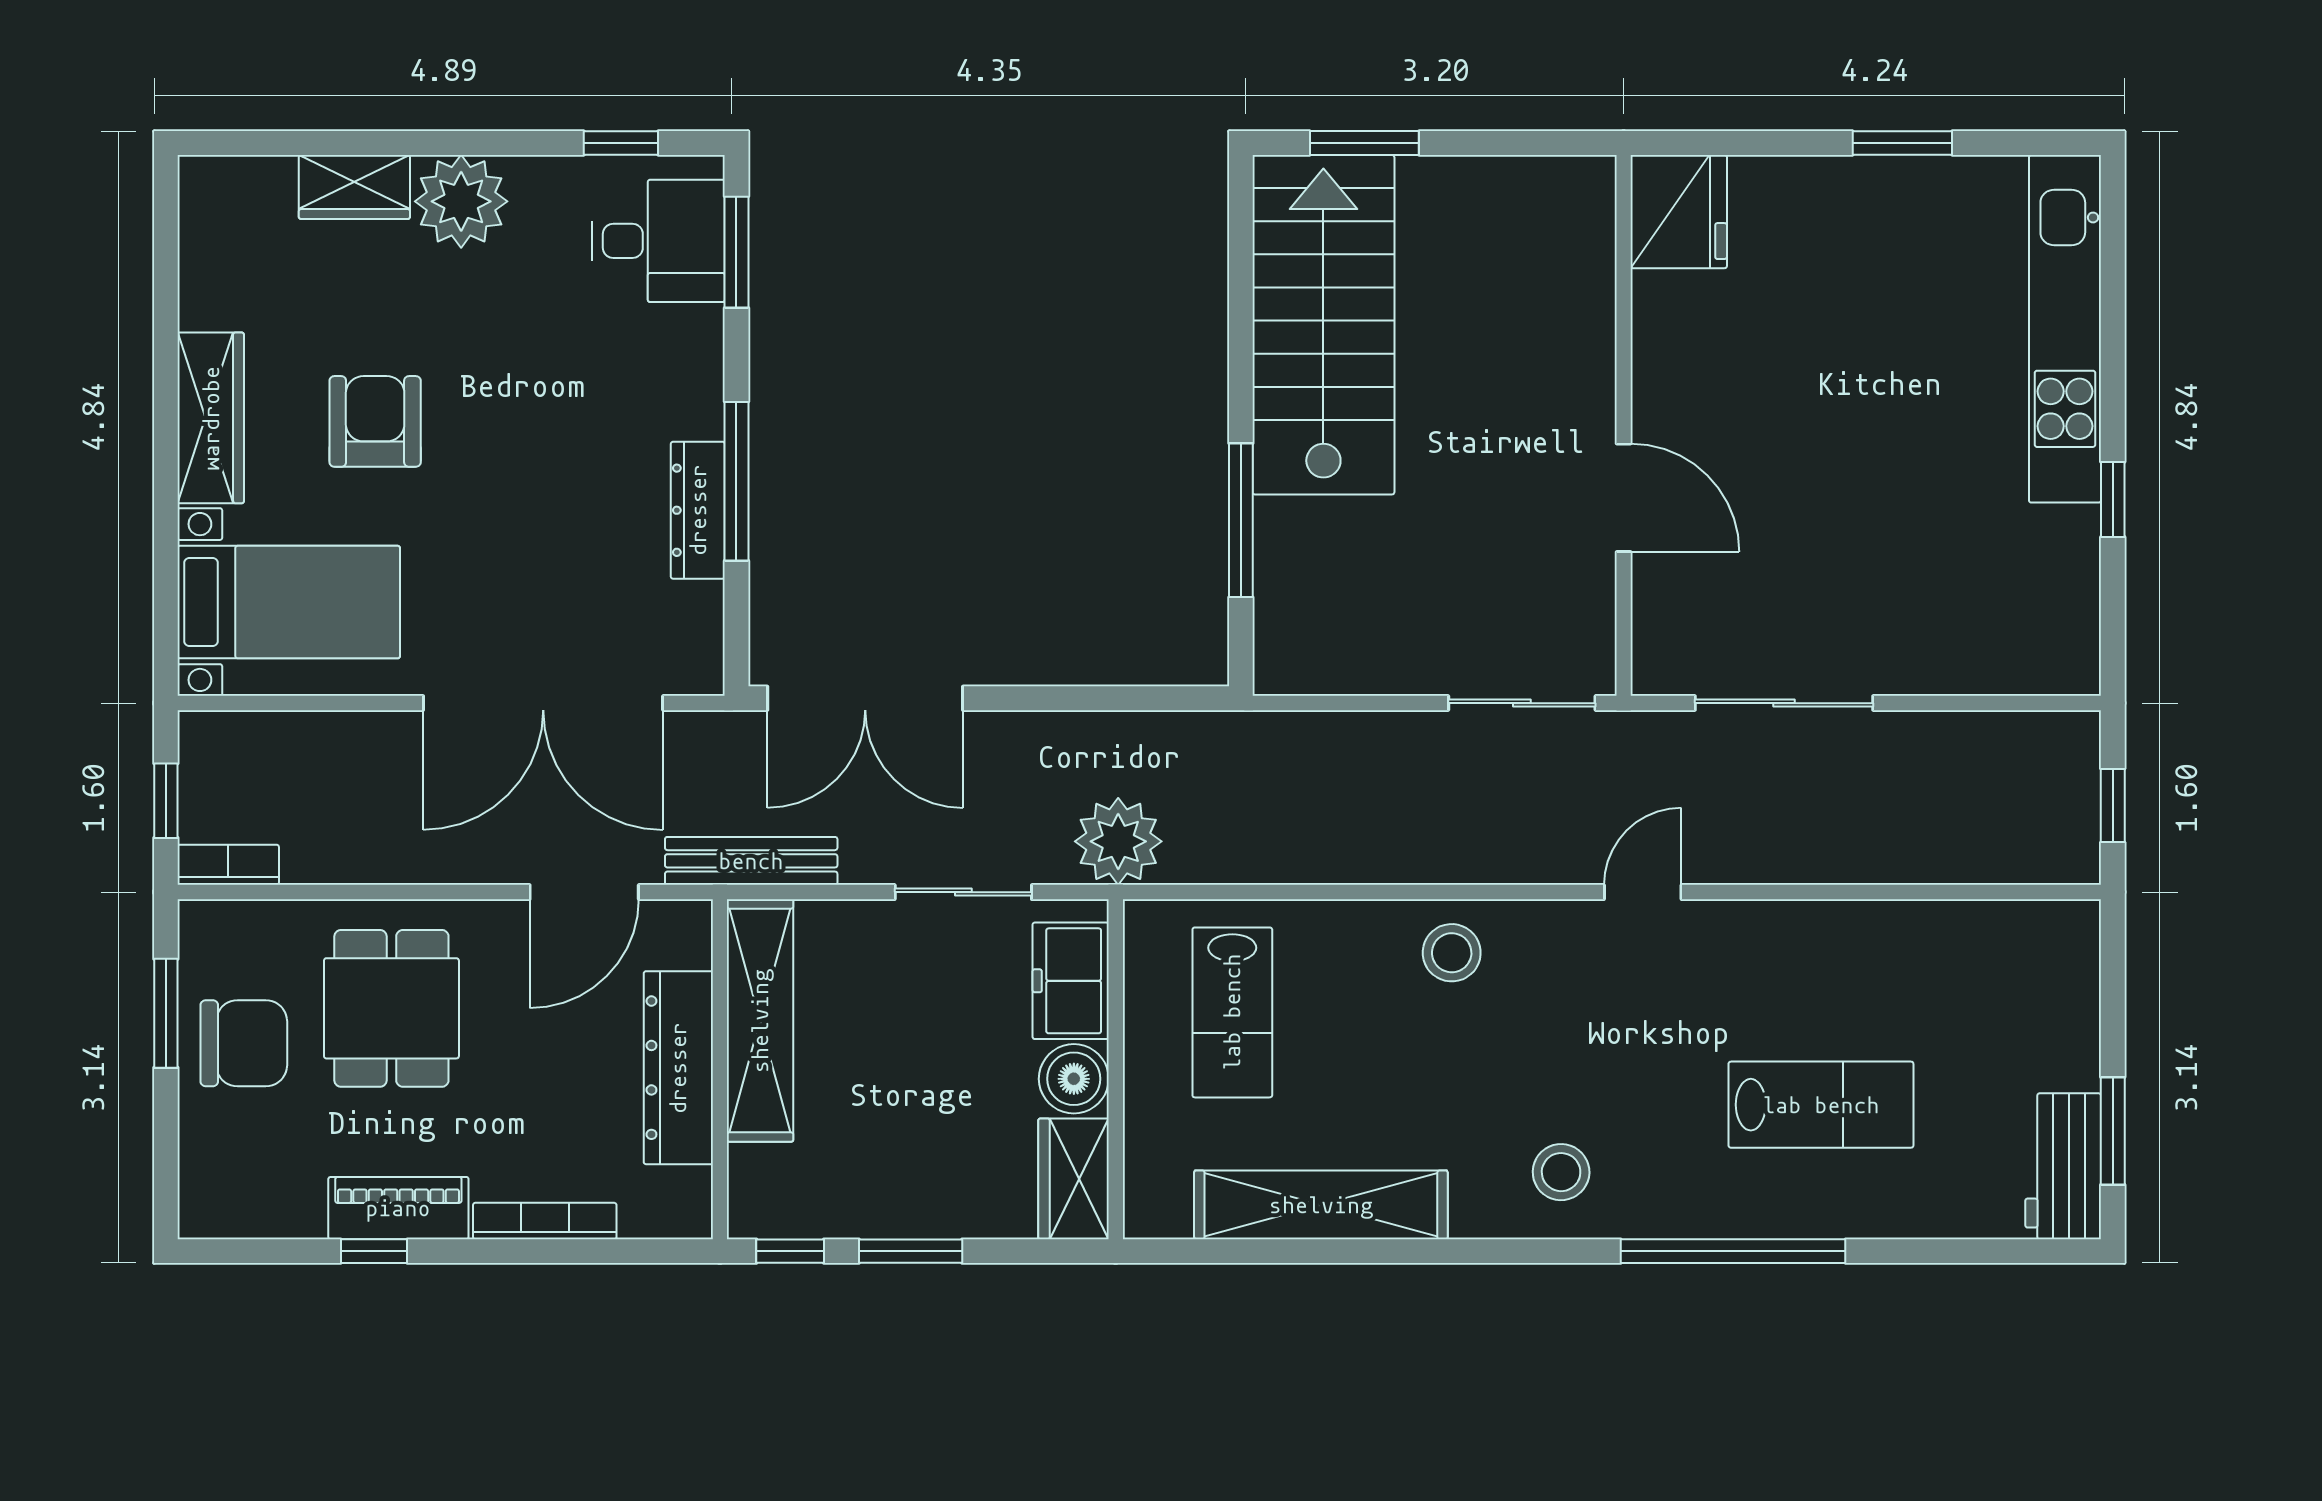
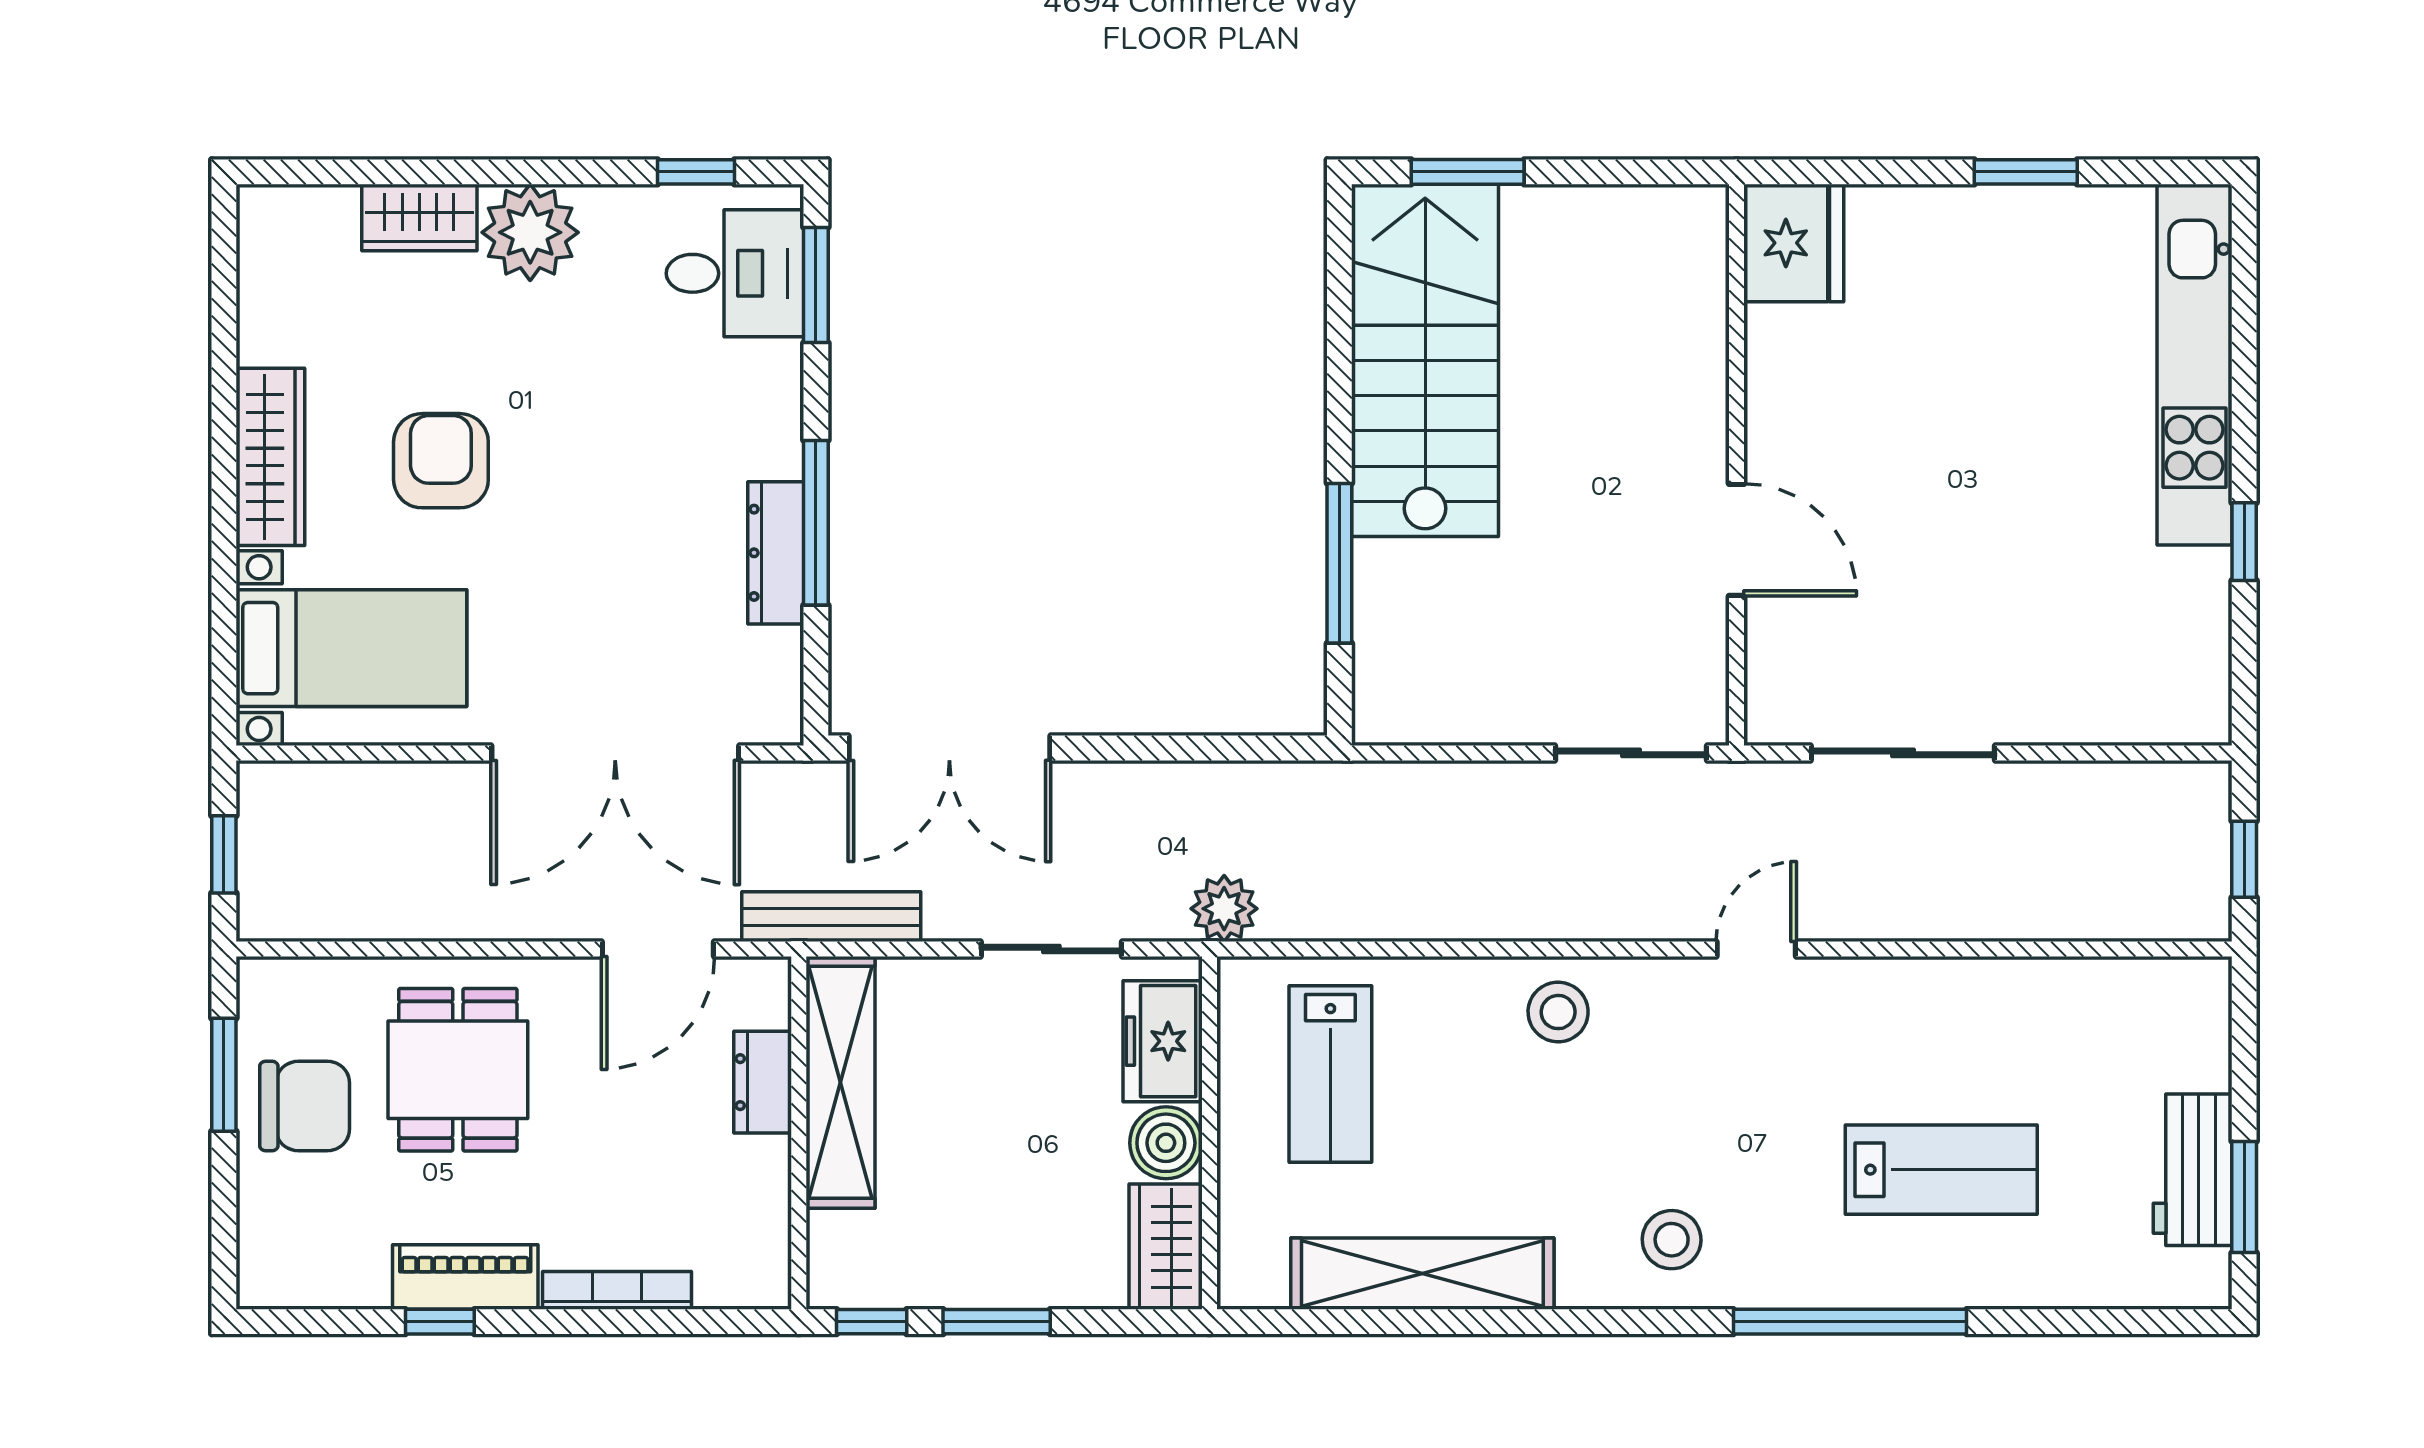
plant: (1118, 841) -> (1224, 909), width x0.73, depth x0.73
bookcase: (228, 865) -> (288, 921), removed
dresser: (678, 1068) -> (763, 1082), width x0.51, depth x0.80
workbench: (2063, 1166) -> (2193, 1170), moved

